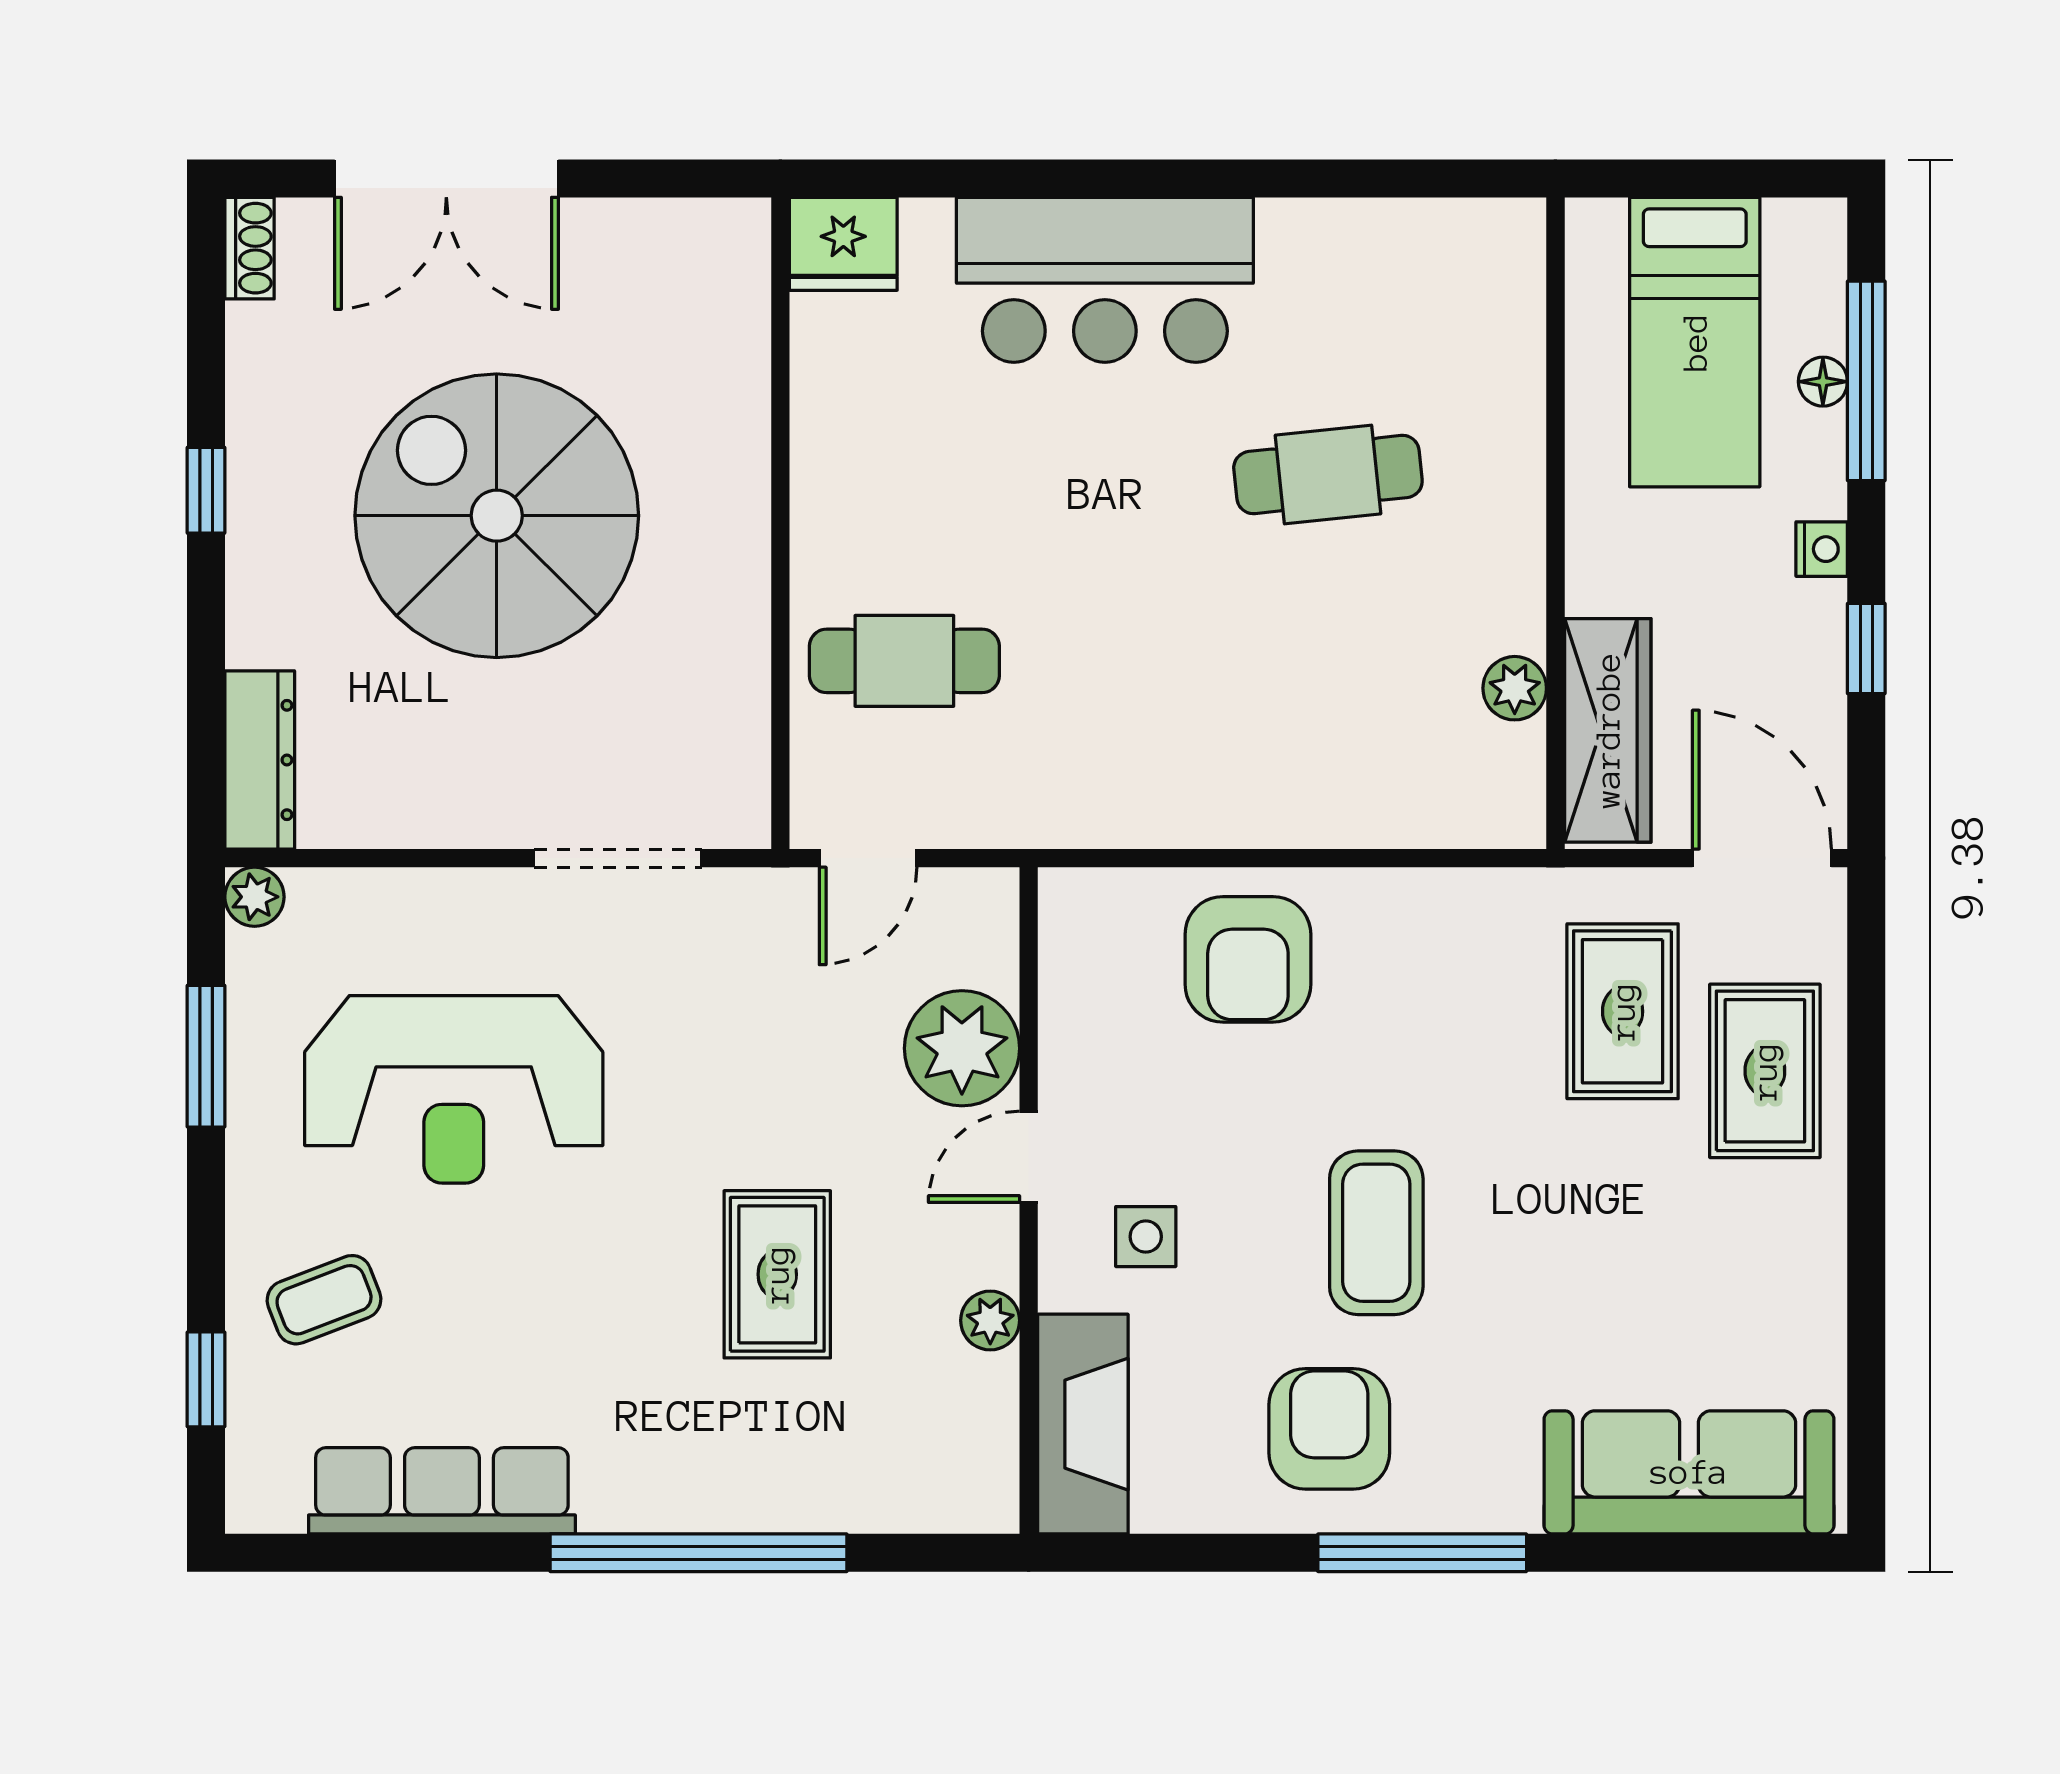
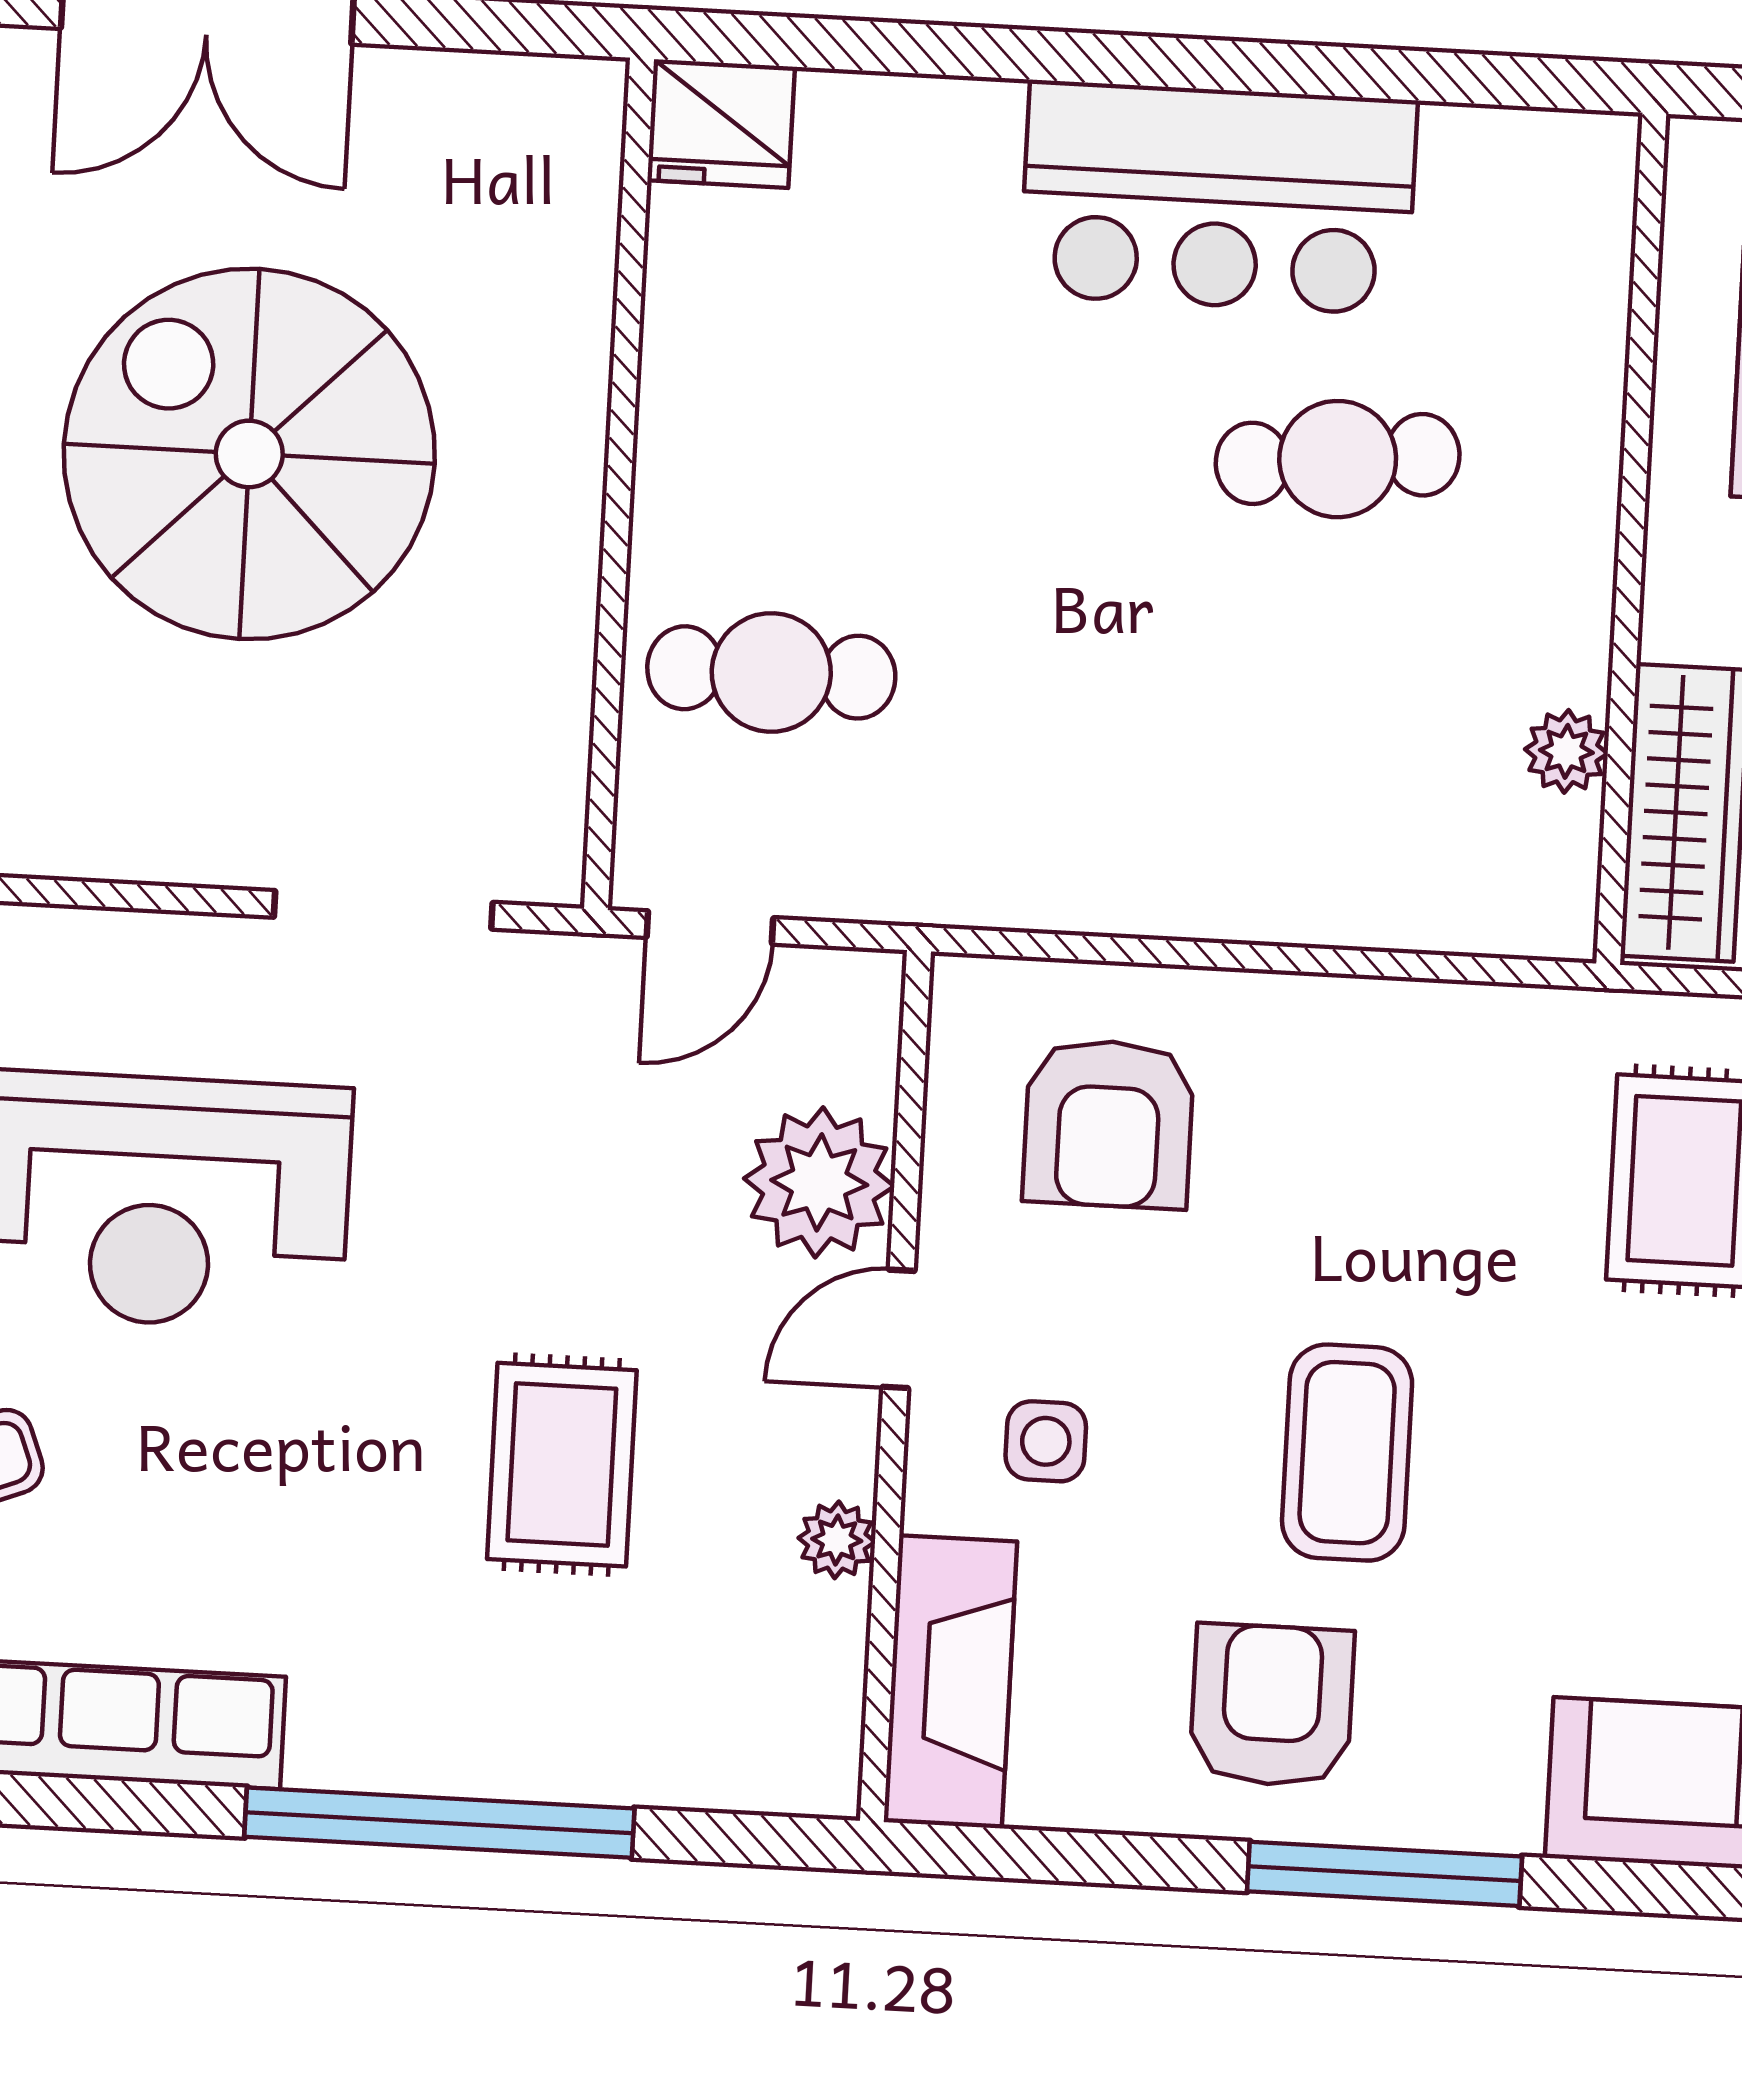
bar counter: (1105, 280) -> (1218, 198), moved
armchair: (1248, 959) -> (1108, 1124), moved

